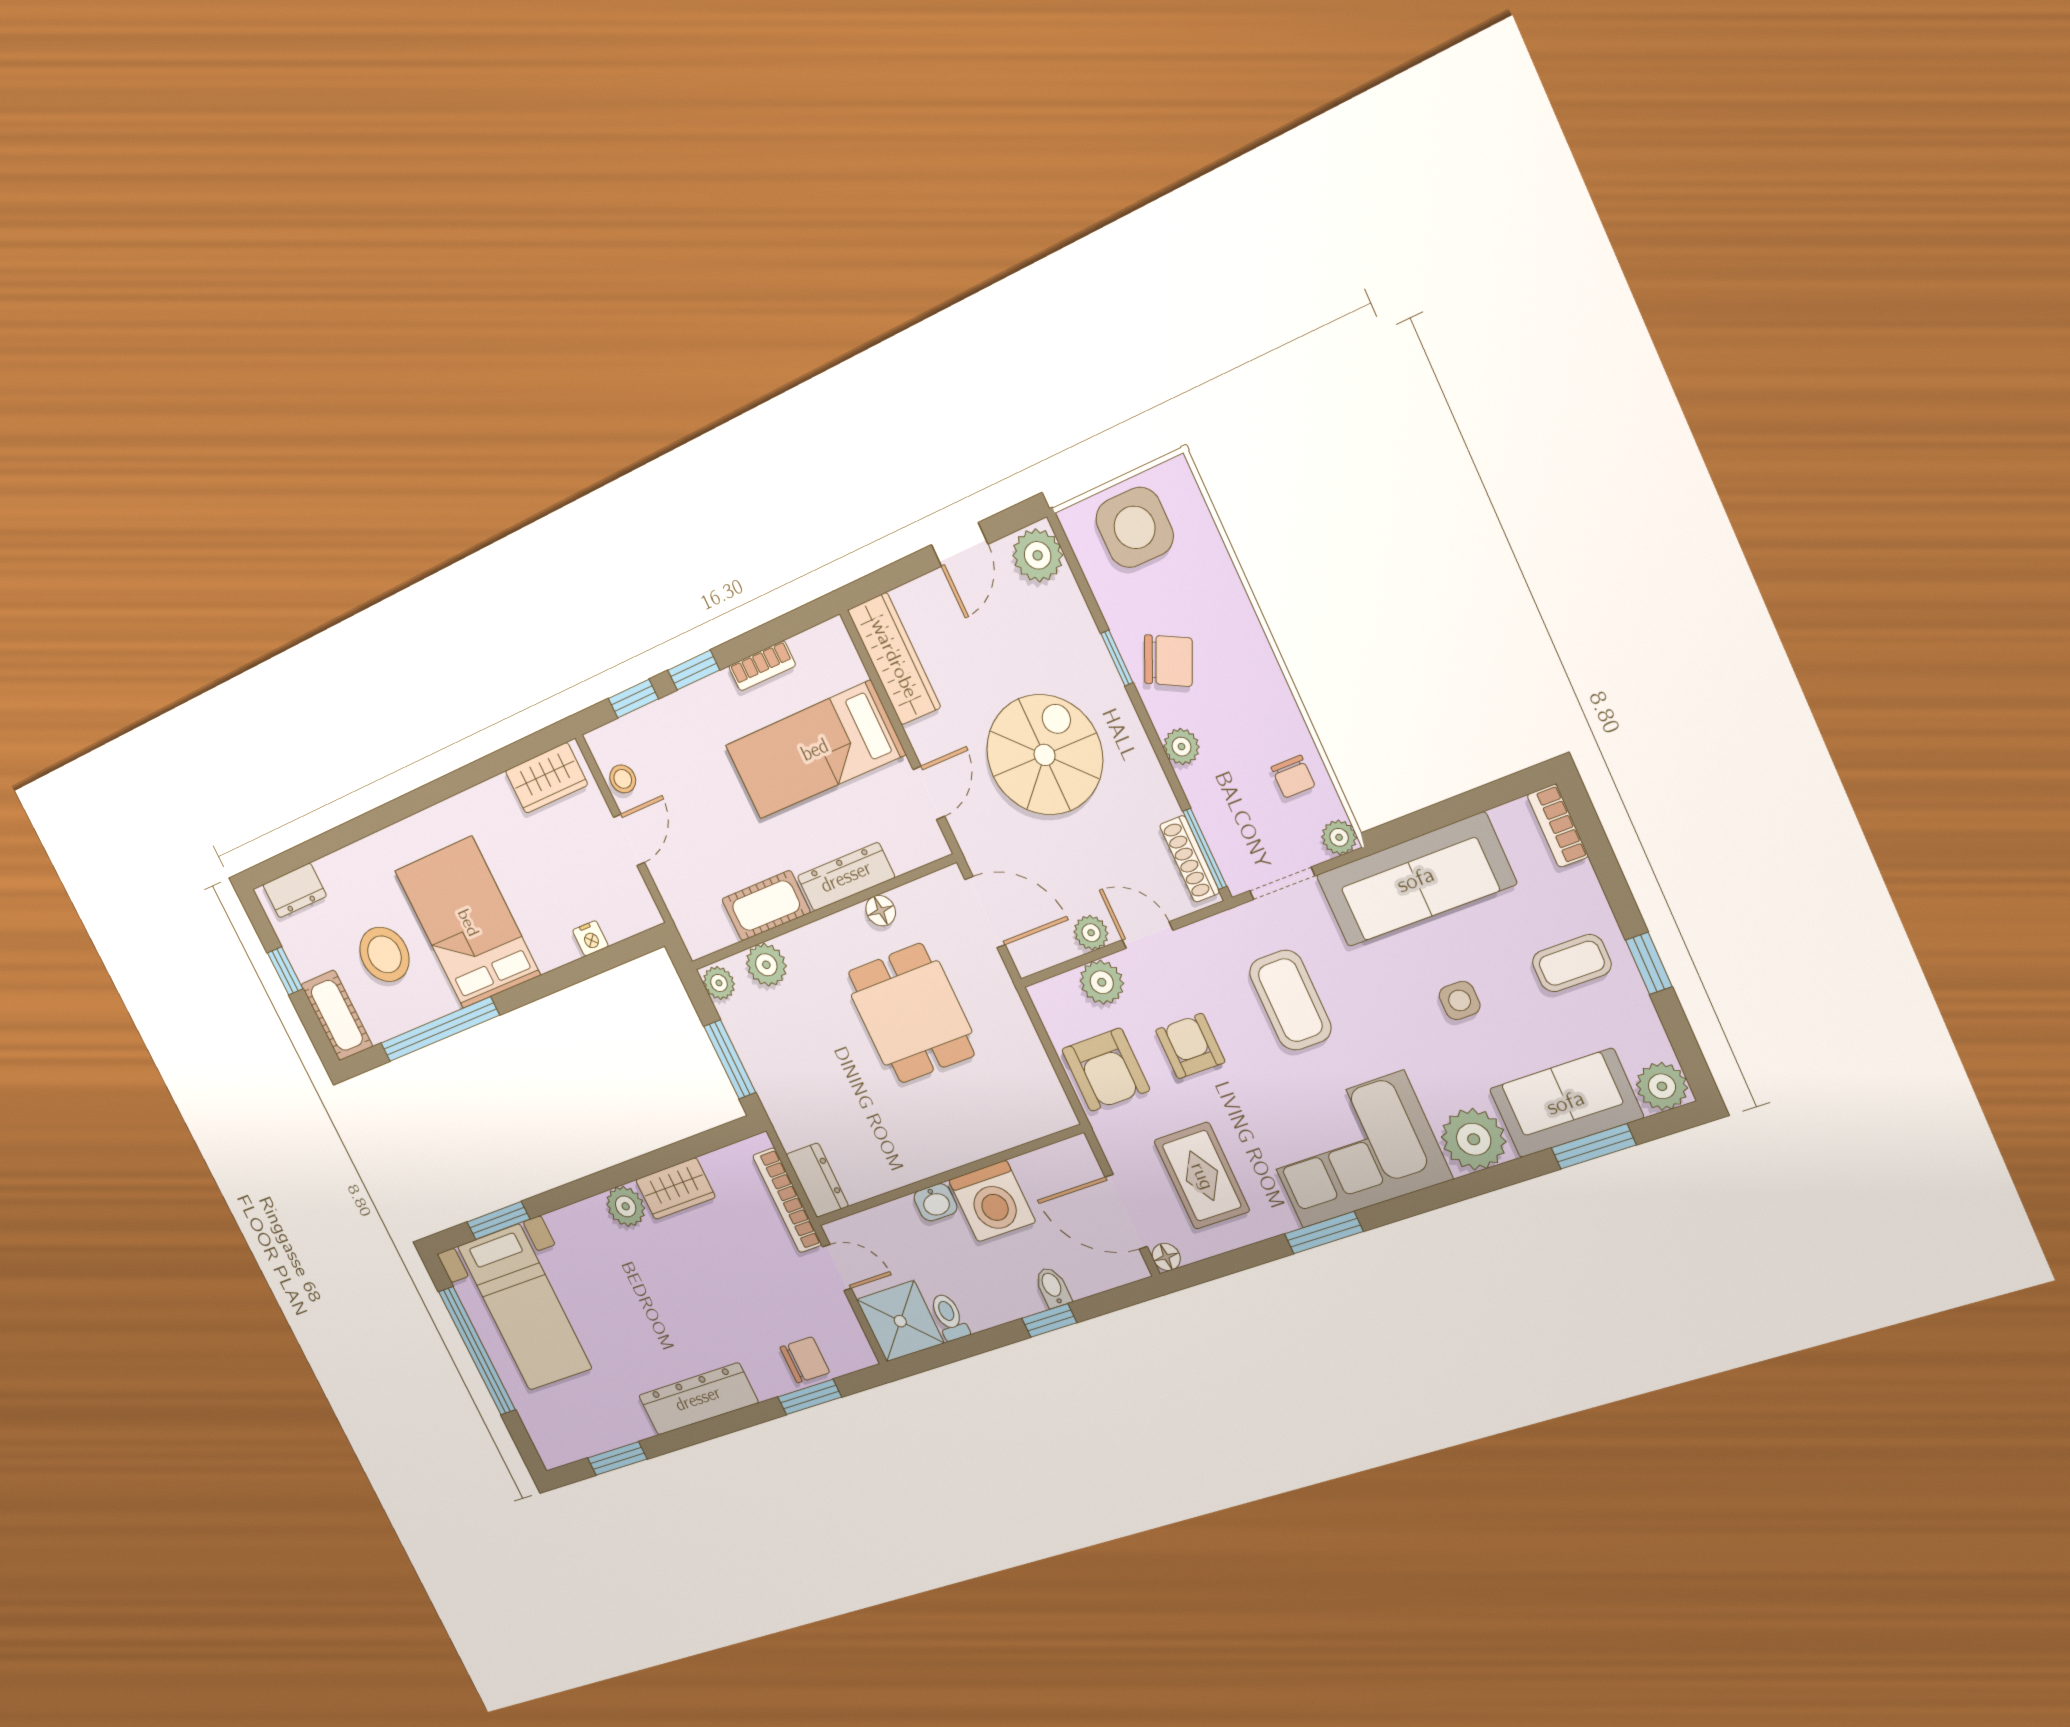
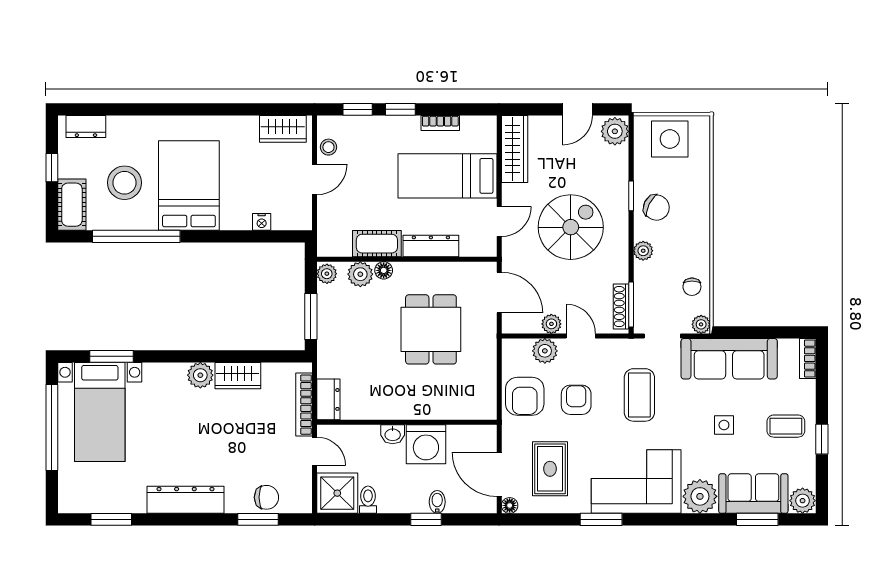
floor lamp: (881, 911) -> (384, 270), moved

